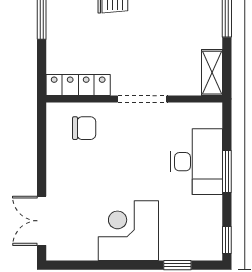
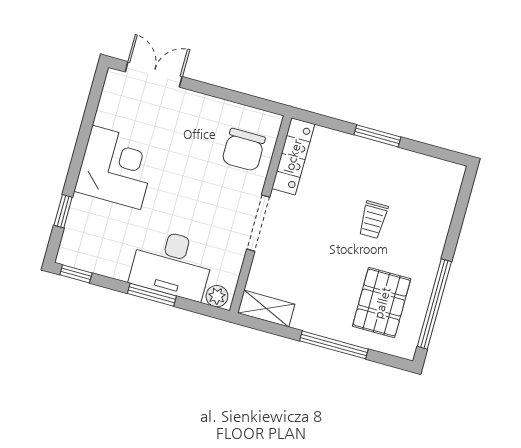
plant: (213, 117) -> (217, 296), added
chair: (84, 128) -> (244, 150), width x1.37, depth x1.37

